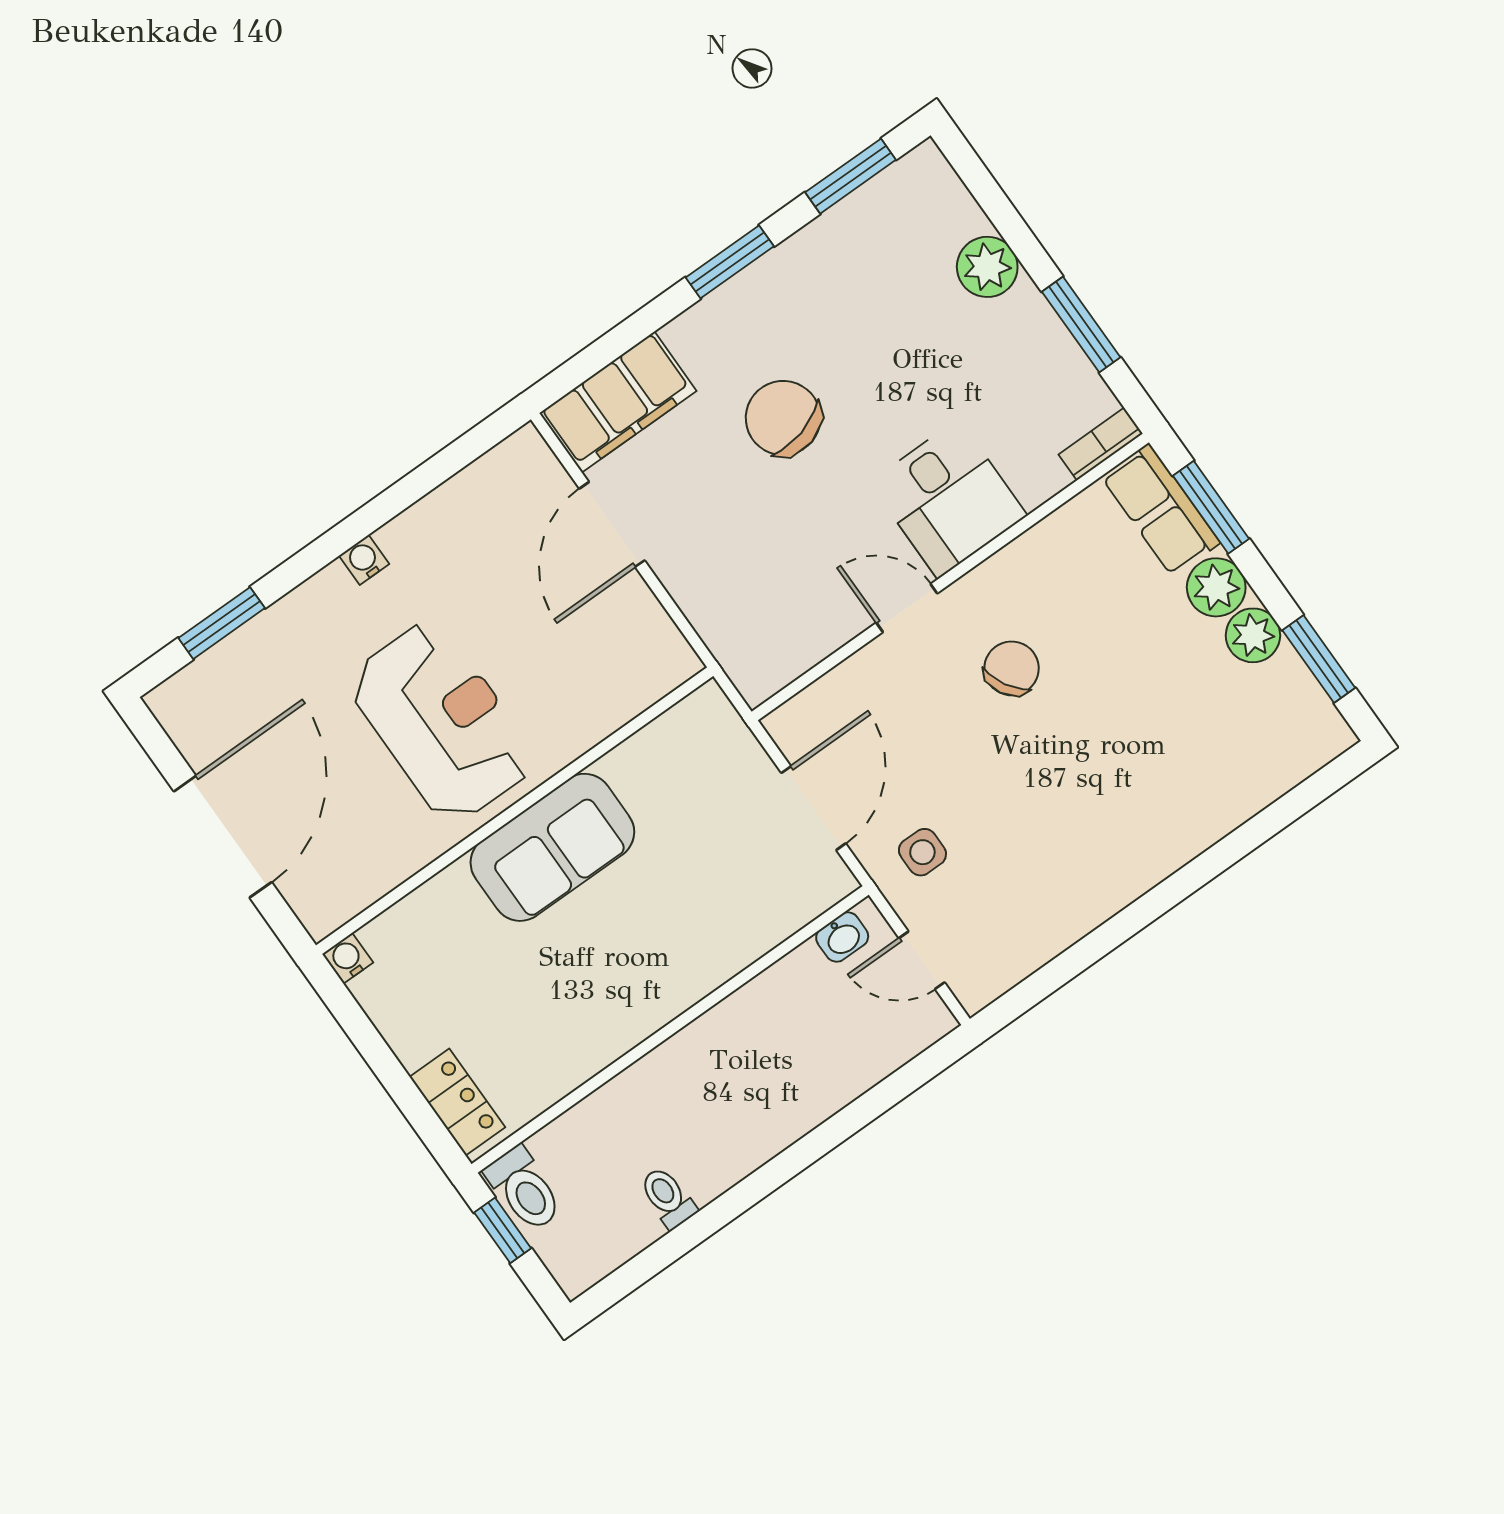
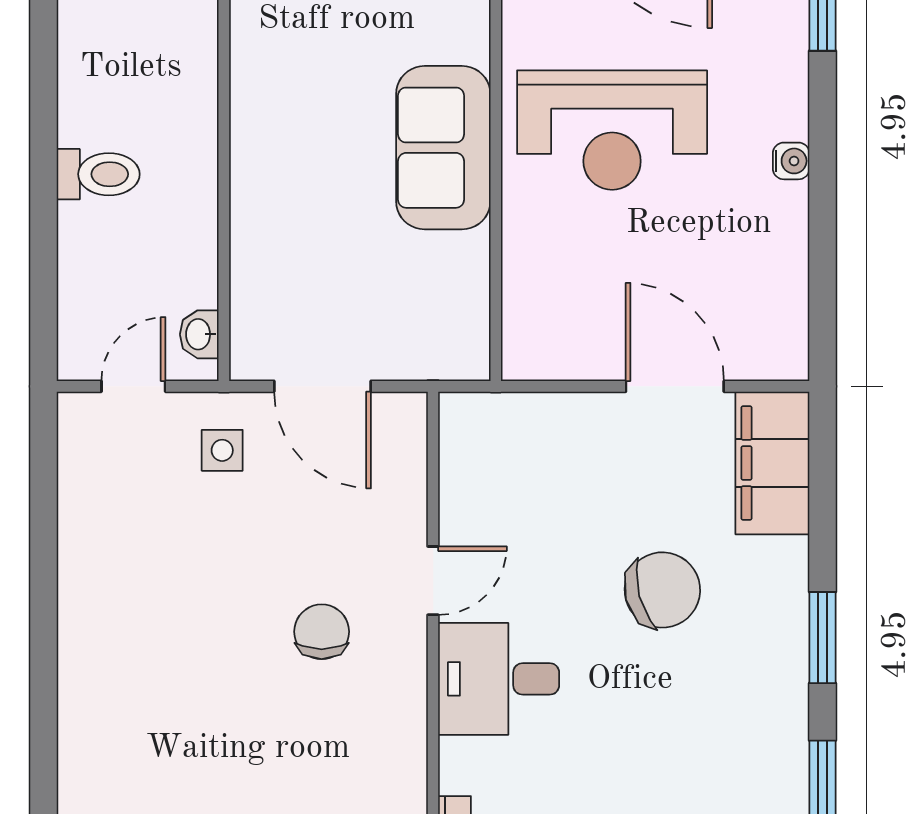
chair: (1012, 668) -> (322, 632), turned -150
toilet: (668, 1198) -> (98, 174), moved, width x1.37, depth x1.39

